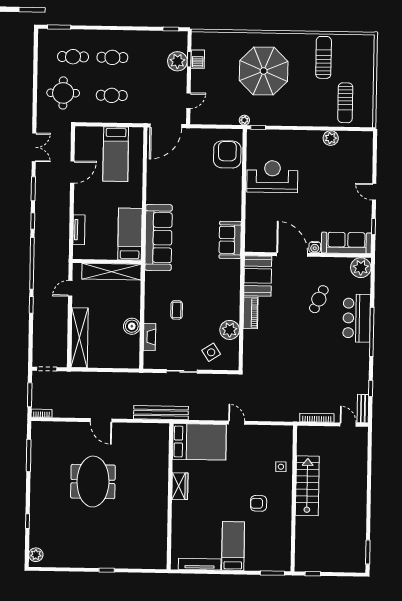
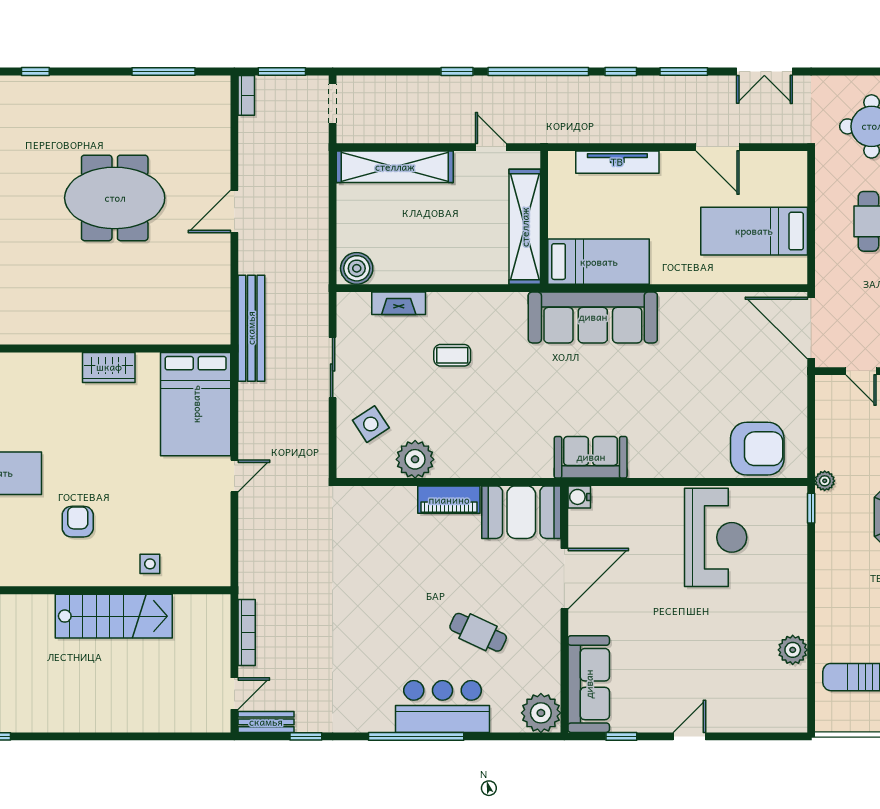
tv unit: (79, 230) -> (617, 162), width x1.41
water cooler: (315, 247) -> (579, 497), moved
boiler: (132, 326) -> (357, 268), moved

